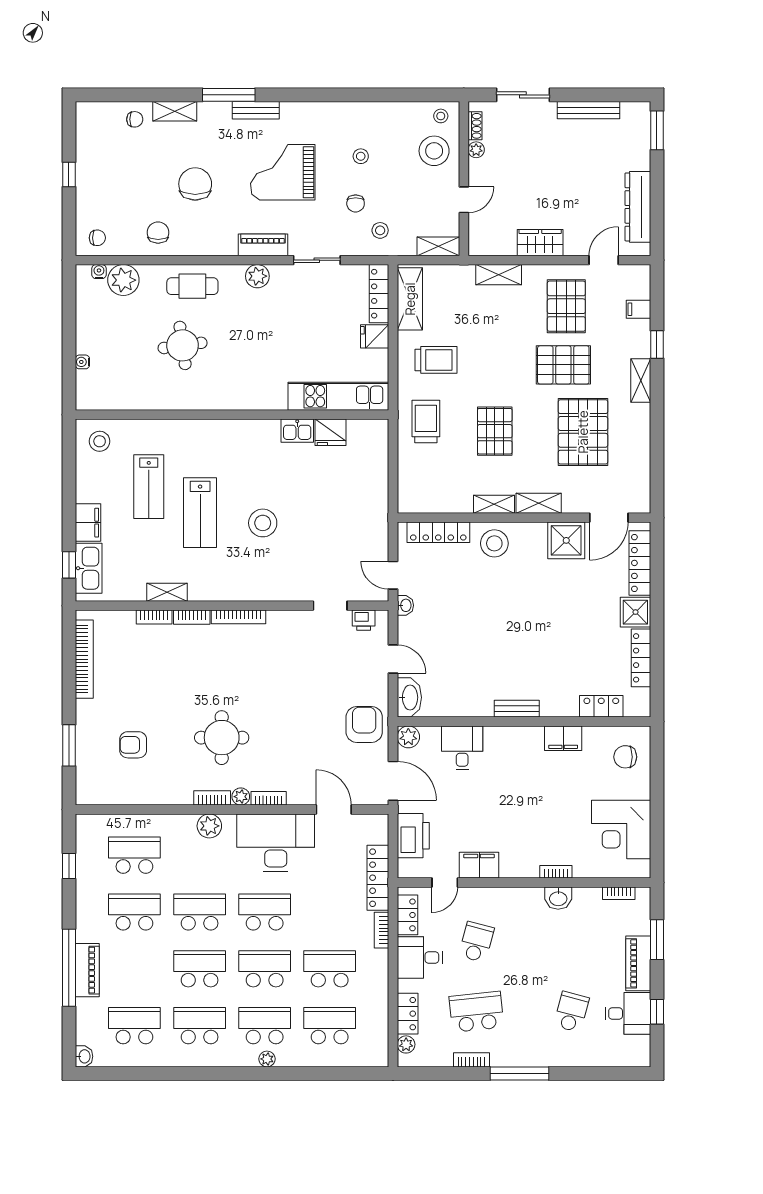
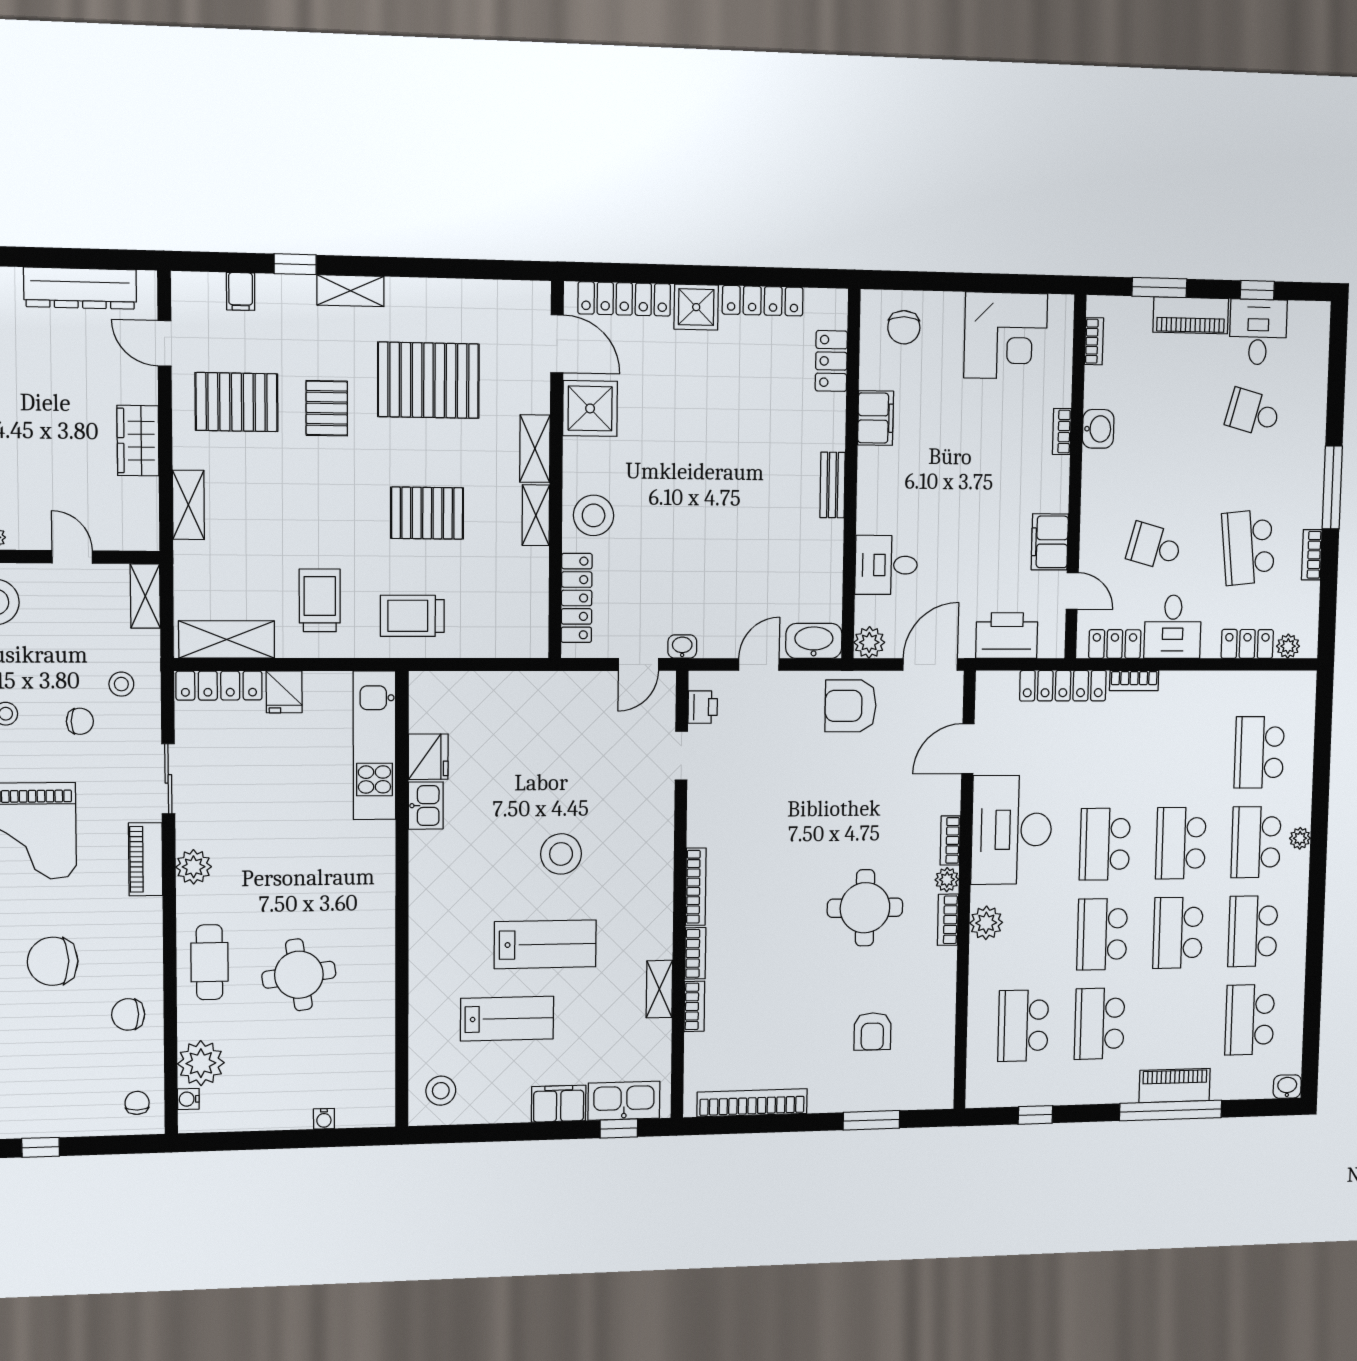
pallet: (563, 365) -> (327, 408), width x0.67, depth x0.71
school desk: (330, 969) -> (1184, 753), removed

